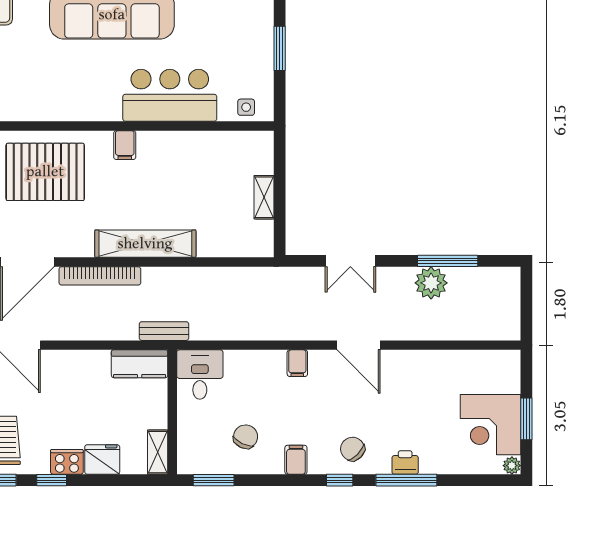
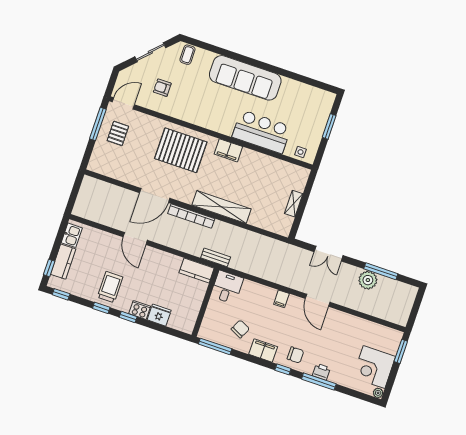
filing cabinet: (125, 145) -> (228, 150), width x2.00
window: (526, 419) -> (401, 351), moved
chair: (352, 449) -> (295, 355), turned 136
shelving: (158, 452) -> (190, 321), removed
filing cabinet: (296, 460) -> (263, 350), width x2.00
window: (214, 480) -> (215, 346), width x1.44

